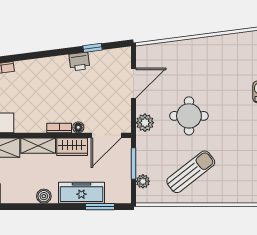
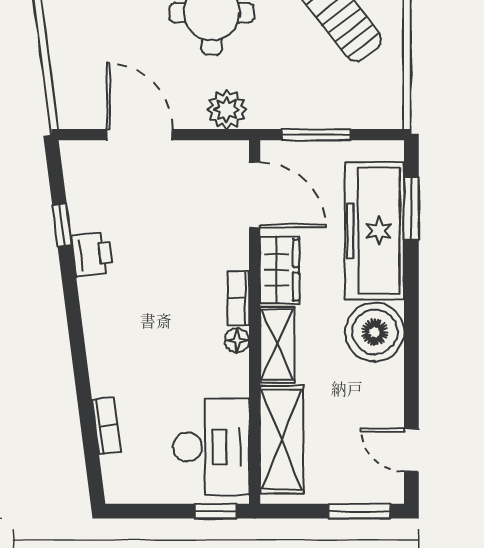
floor lamp: (78, 127) -> (237, 340), moved
plant: (143, 181) -> (356, 114), removed
freezer: (81, 193) -> (375, 231), width x1.36, depth x1.26
boiler: (44, 196) -> (375, 332), width x1.86, depth x1.86

